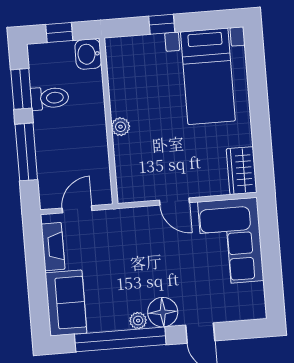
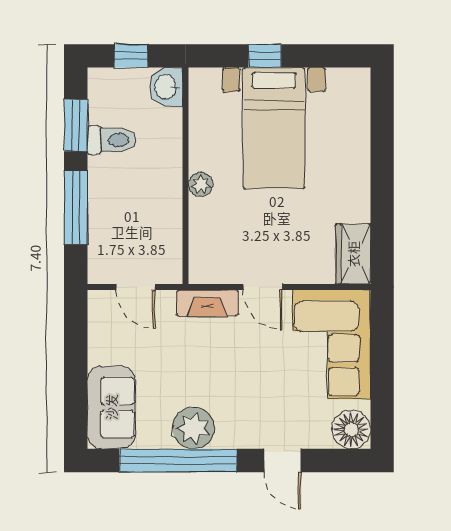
bed with nightstands: (208, 76) -> (274, 128), moved
door: (77, 209) -> (136, 287), swing flipped
fireplace: (53, 247) -> (207, 303), moved, turned 90
floor lamp: (163, 312) -> (351, 430), moved
plant: (138, 321) -> (193, 428), width x1.88, depth x1.88

